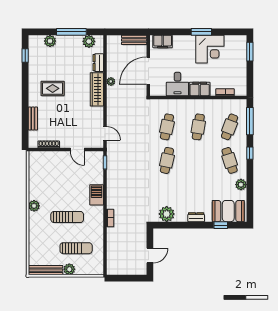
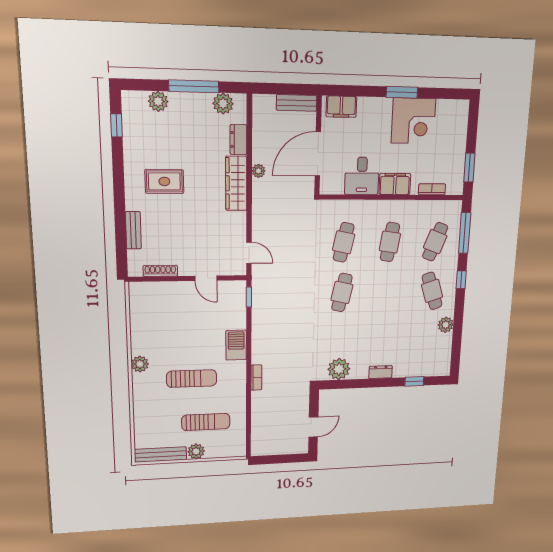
window: (250, 52) -> (469, 168), moved
booth: (228, 211) -> (426, 362), removed

